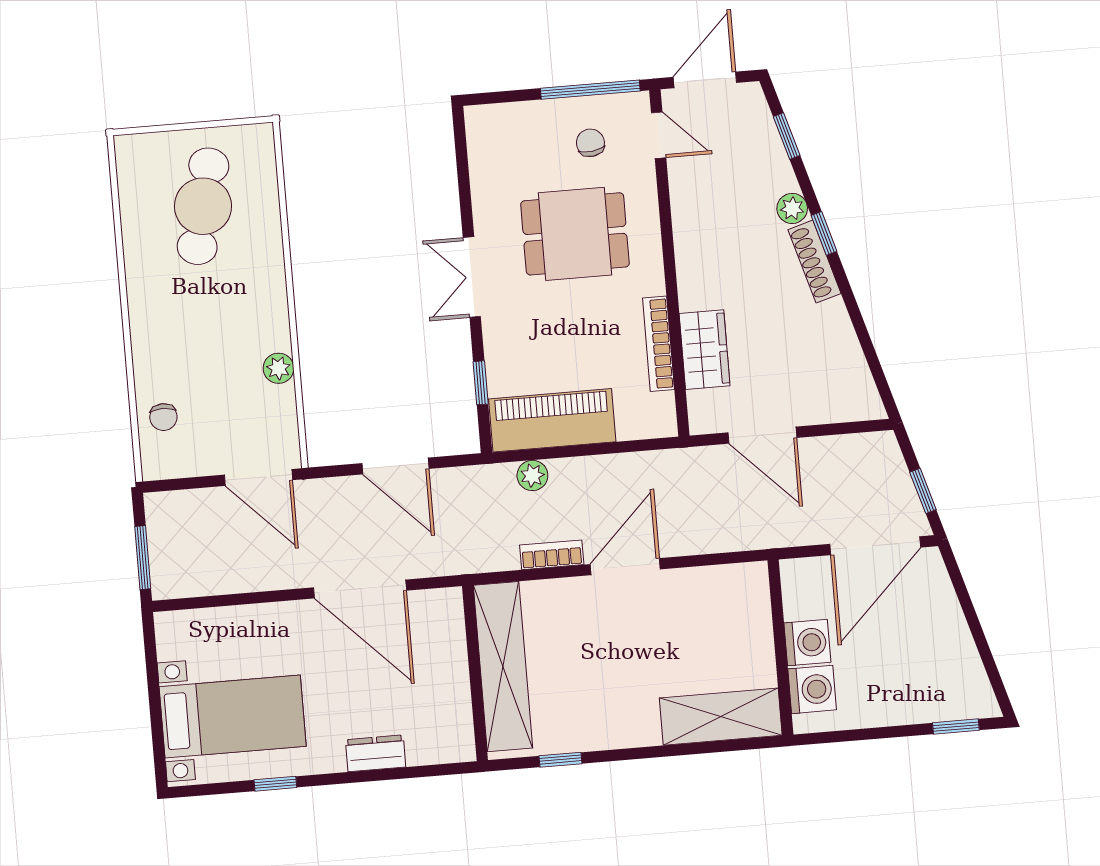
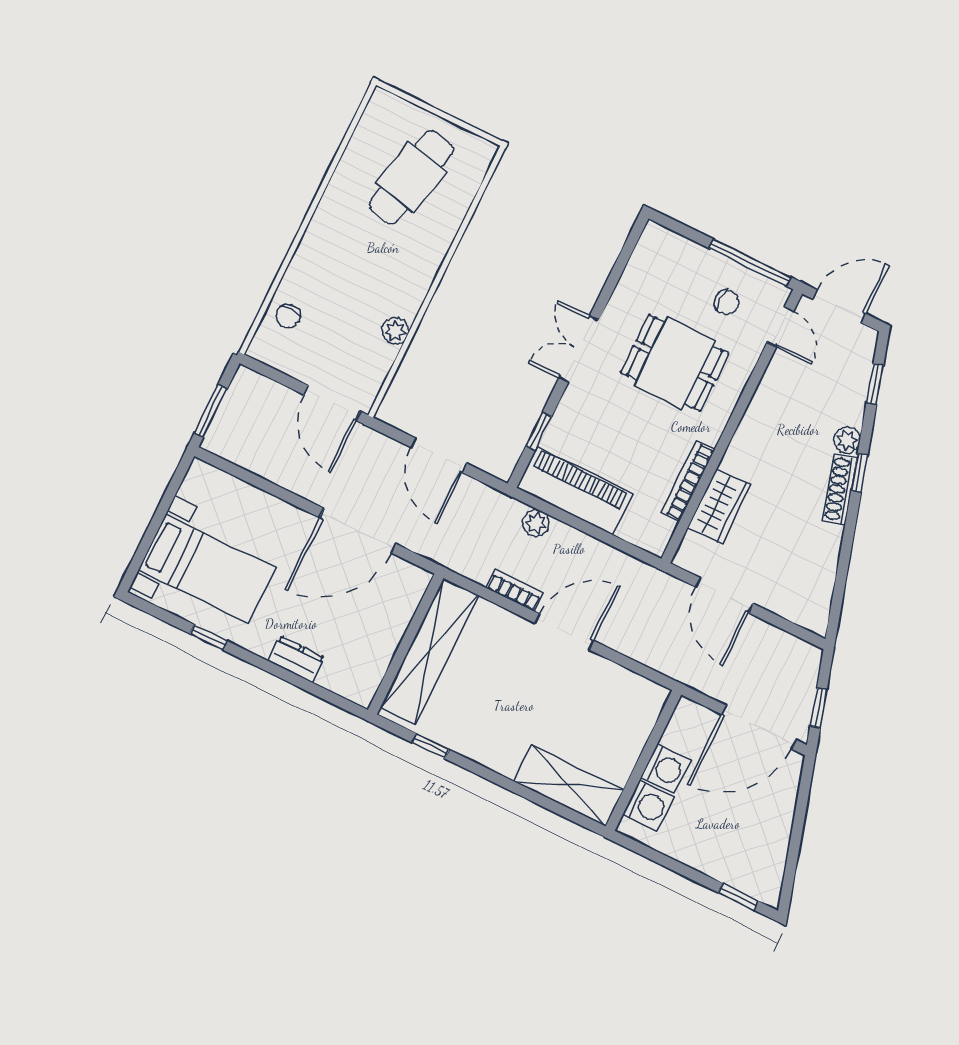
chair: (590, 143) -> (726, 302), turned 97
door: (360, 589) -> (358, 531), hinge flipped

